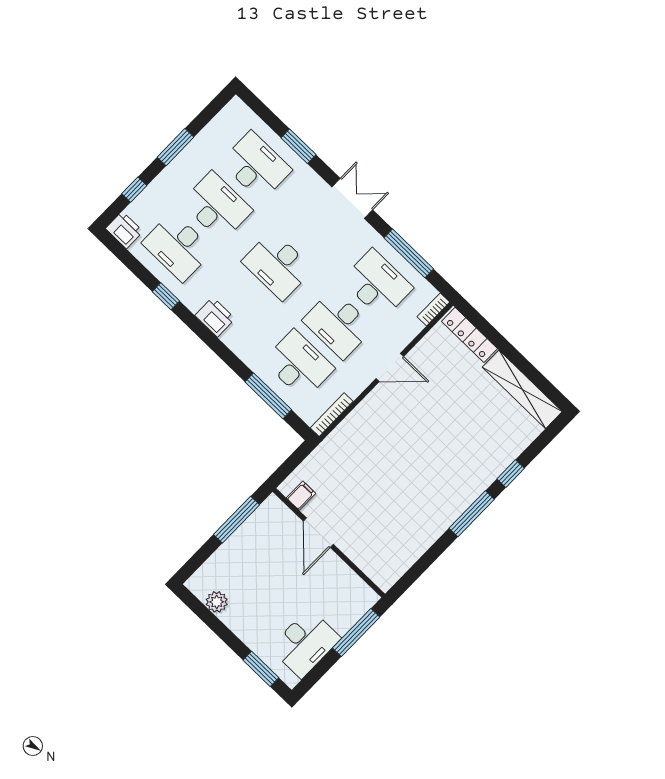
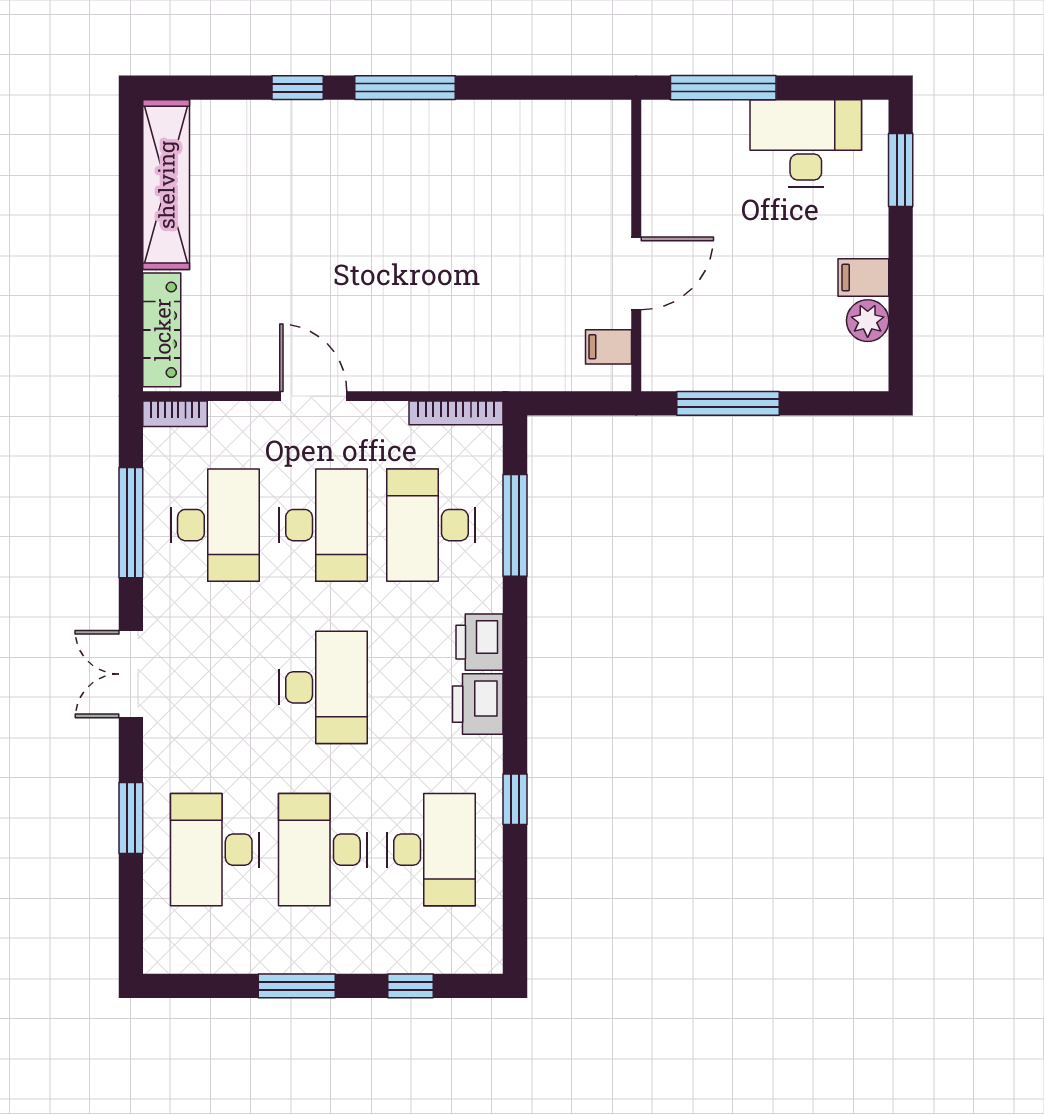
printer: (124, 230) -> (479, 642), moved
desk: (377, 284) -> (215, 525), turned 180
filing cabinet: (234, 616) -> (863, 278), added

